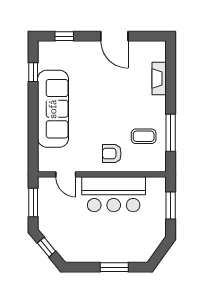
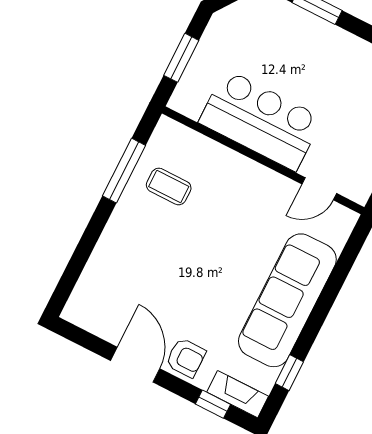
fireplace: (159, 79) -> (238, 394), moved, turned -90
armchair: (112, 154) -> (186, 358), moved
door: (66, 174) -> (319, 189), swing flipped

